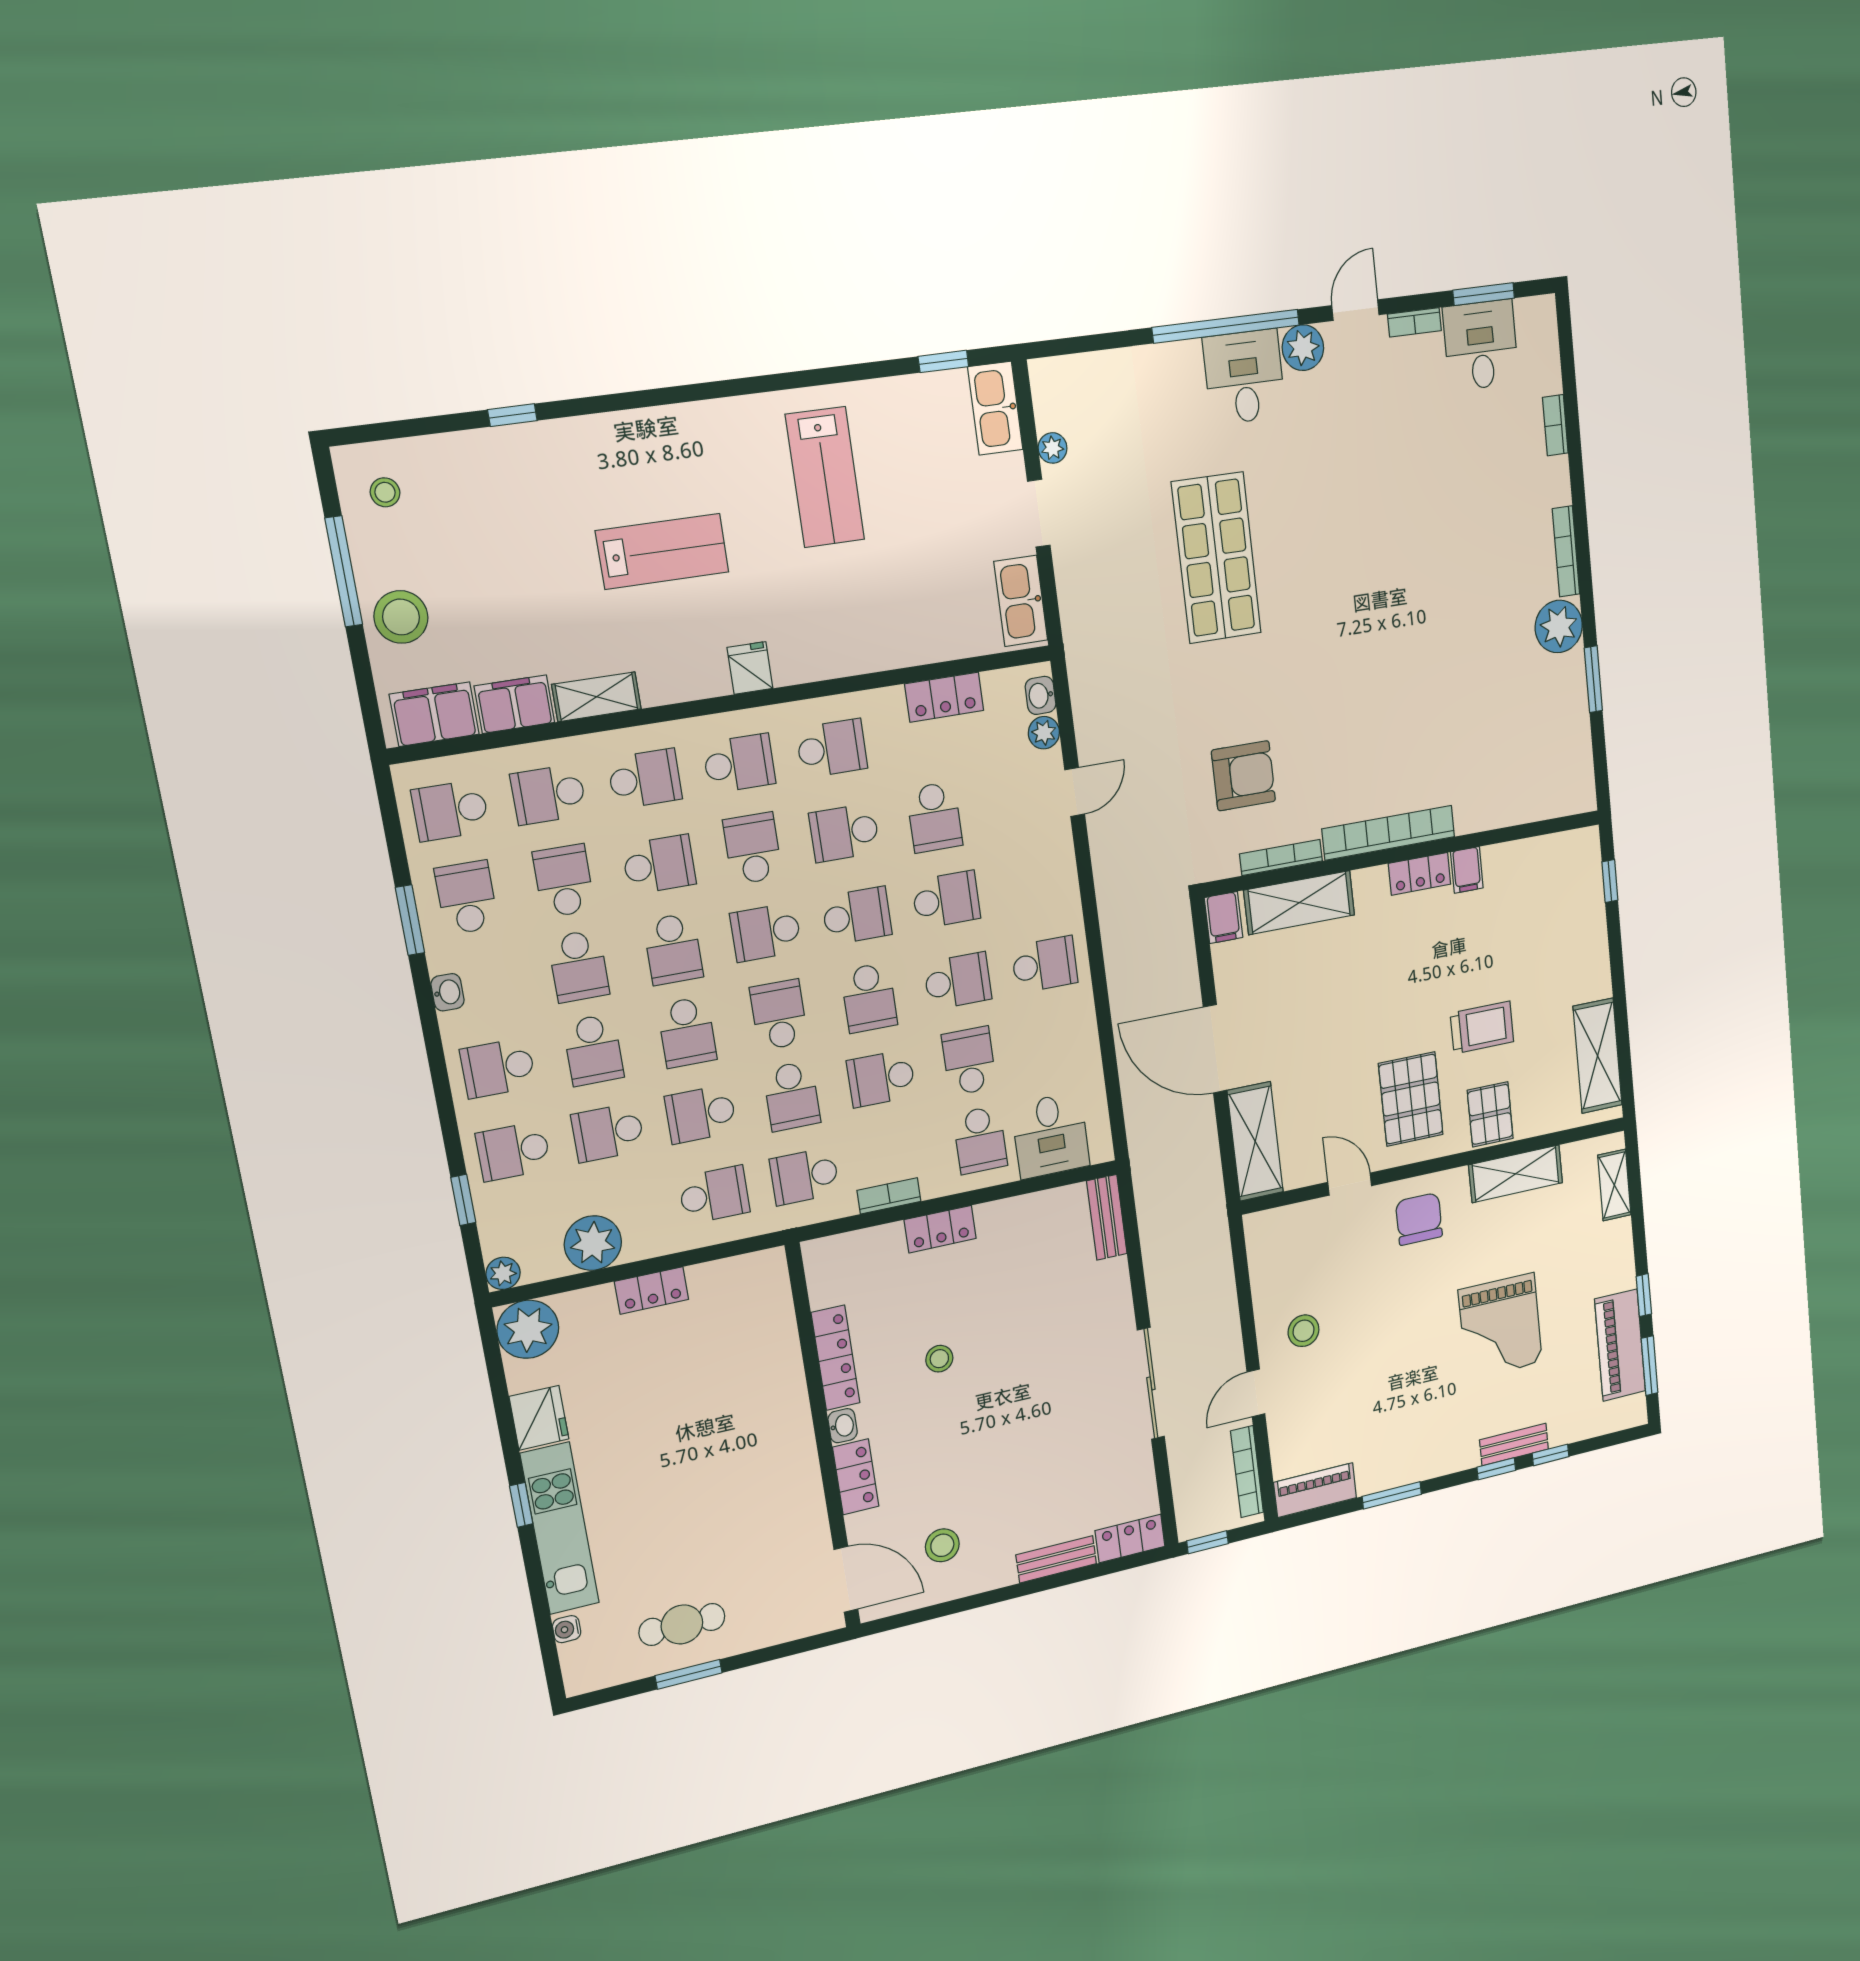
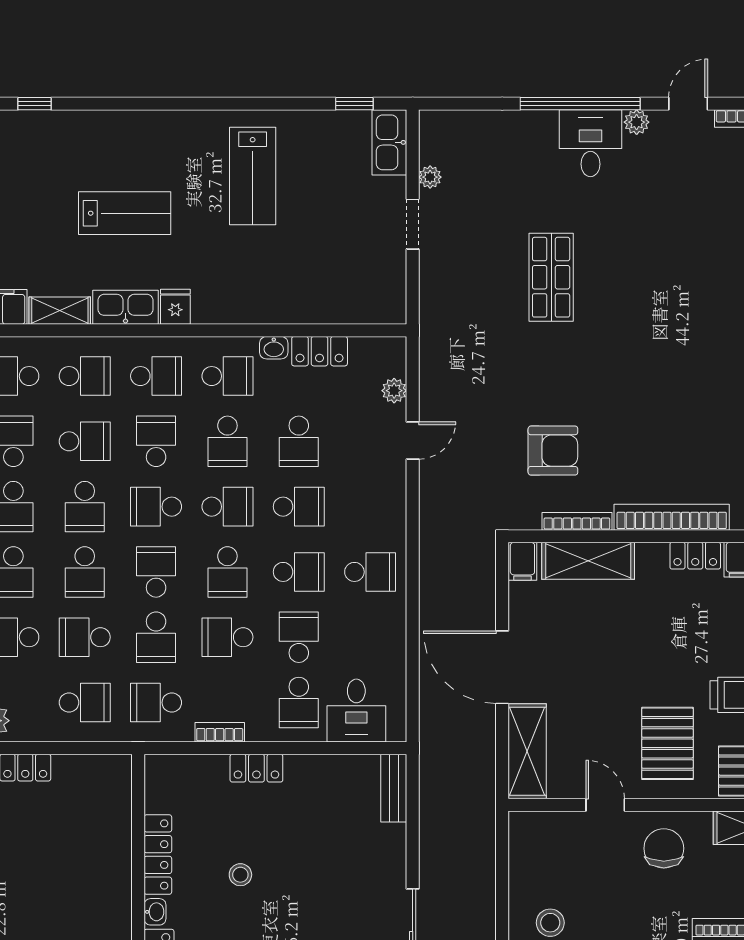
plant: (1303, 348) -> (637, 122), width x0.73, depth x0.73
shop shelf: (1216, 558) -> (551, 277), width x0.70, depth x0.74
kitchen sink: (1021, 601) -> (126, 307), moved, turned 90
washbasin: (1041, 695) -> (274, 348), moved, turned -90
school desk: (844, 833) -> (227, 441), turned -90

